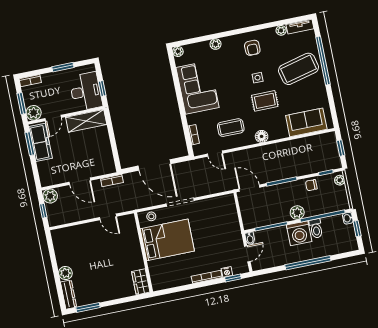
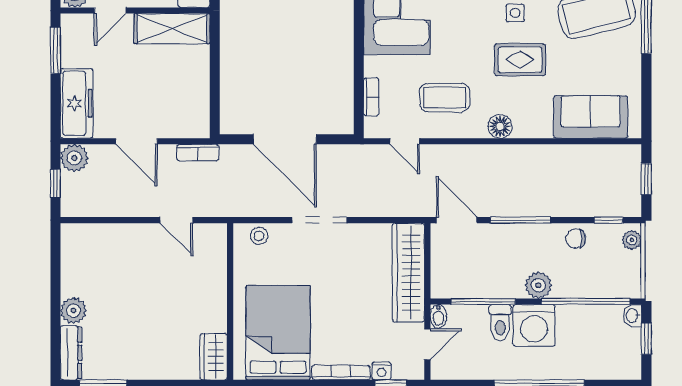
freezer: (41, 142) -> (77, 103), moved
wardrobe: (230, 220) -> (408, 273), added
toilet: (316, 228) -> (500, 323), moved
bed: (167, 240) -> (278, 333), moved, turned -90

